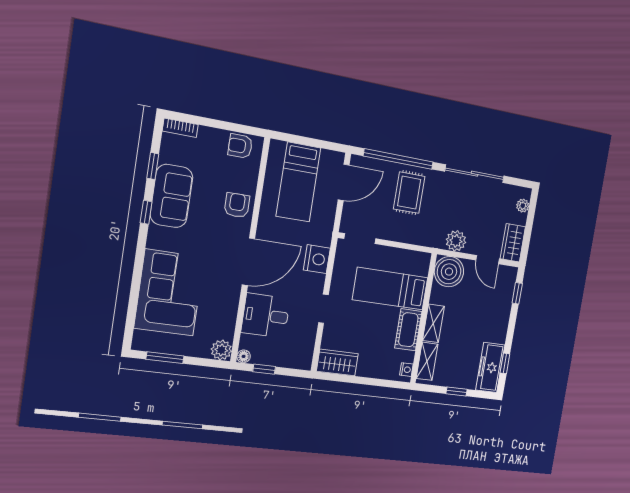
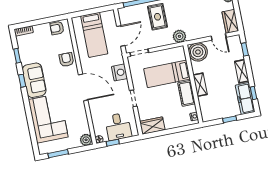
door: (344, 182) -> (121, 36), moved
sofa: (171, 196) -> (34, 80), moved
plant: (456, 241) -> (179, 36), moved
door: (248, 262) -> (83, 87), hinge flipped
desk: (266, 316) -> (118, 127), moved, turned -90
shelving: (427, 361) -> (242, 71), moved

